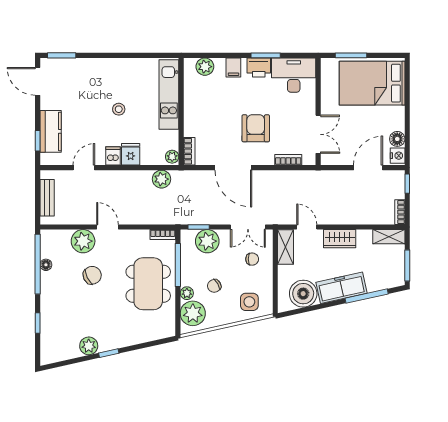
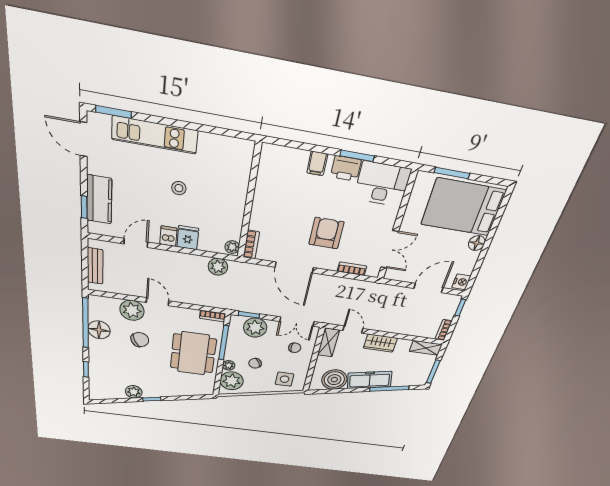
plant: (205, 67) -> (285, 157), removed
kitchen unit: (169, 94) -> (155, 135), moved, turned -90
floor lamp: (397, 139) -> (477, 243), moved
floor lamp: (46, 265) -> (99, 330), width x1.89, depth x1.89

